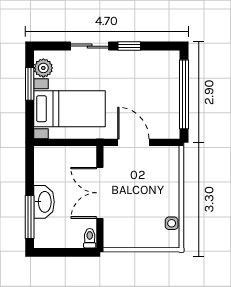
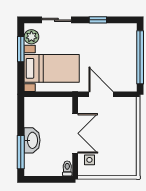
sliding door: (90, 46) -> (56, 20), moved
double door: (100, 193) -> (75, 133), swing flipped
side table: (172, 223) -> (89, 160), moved

